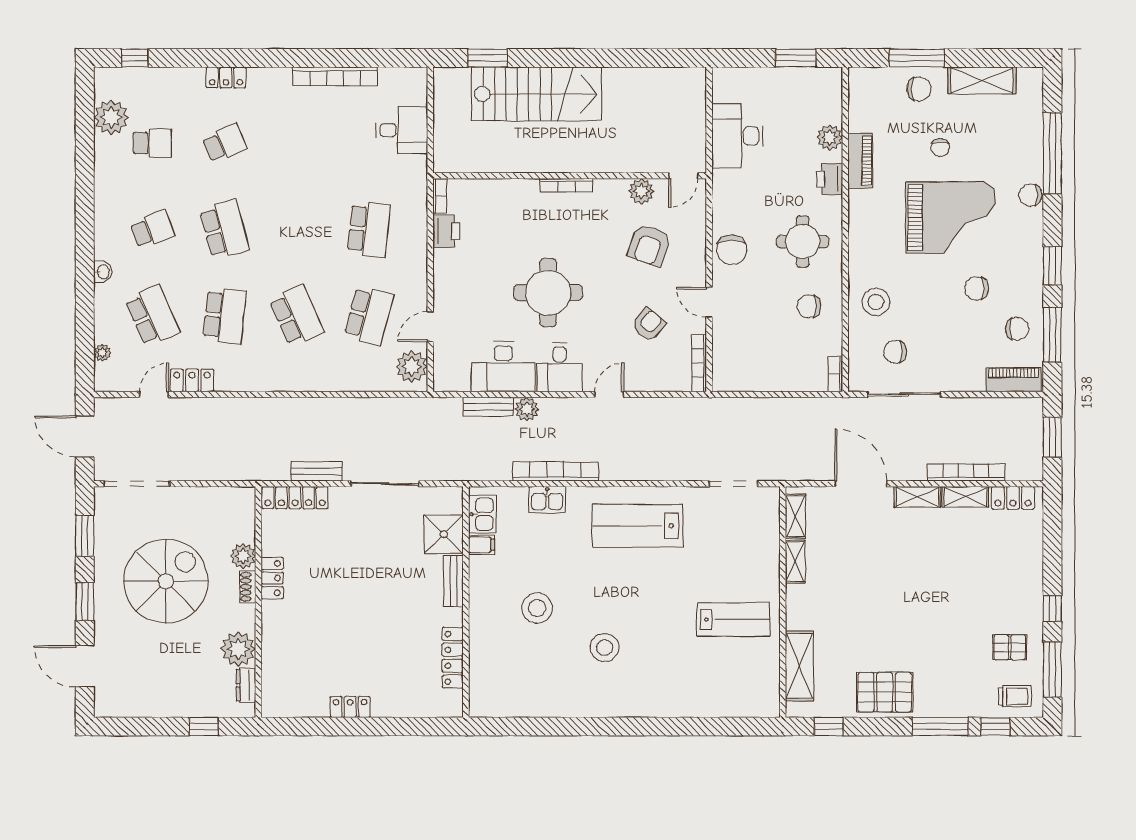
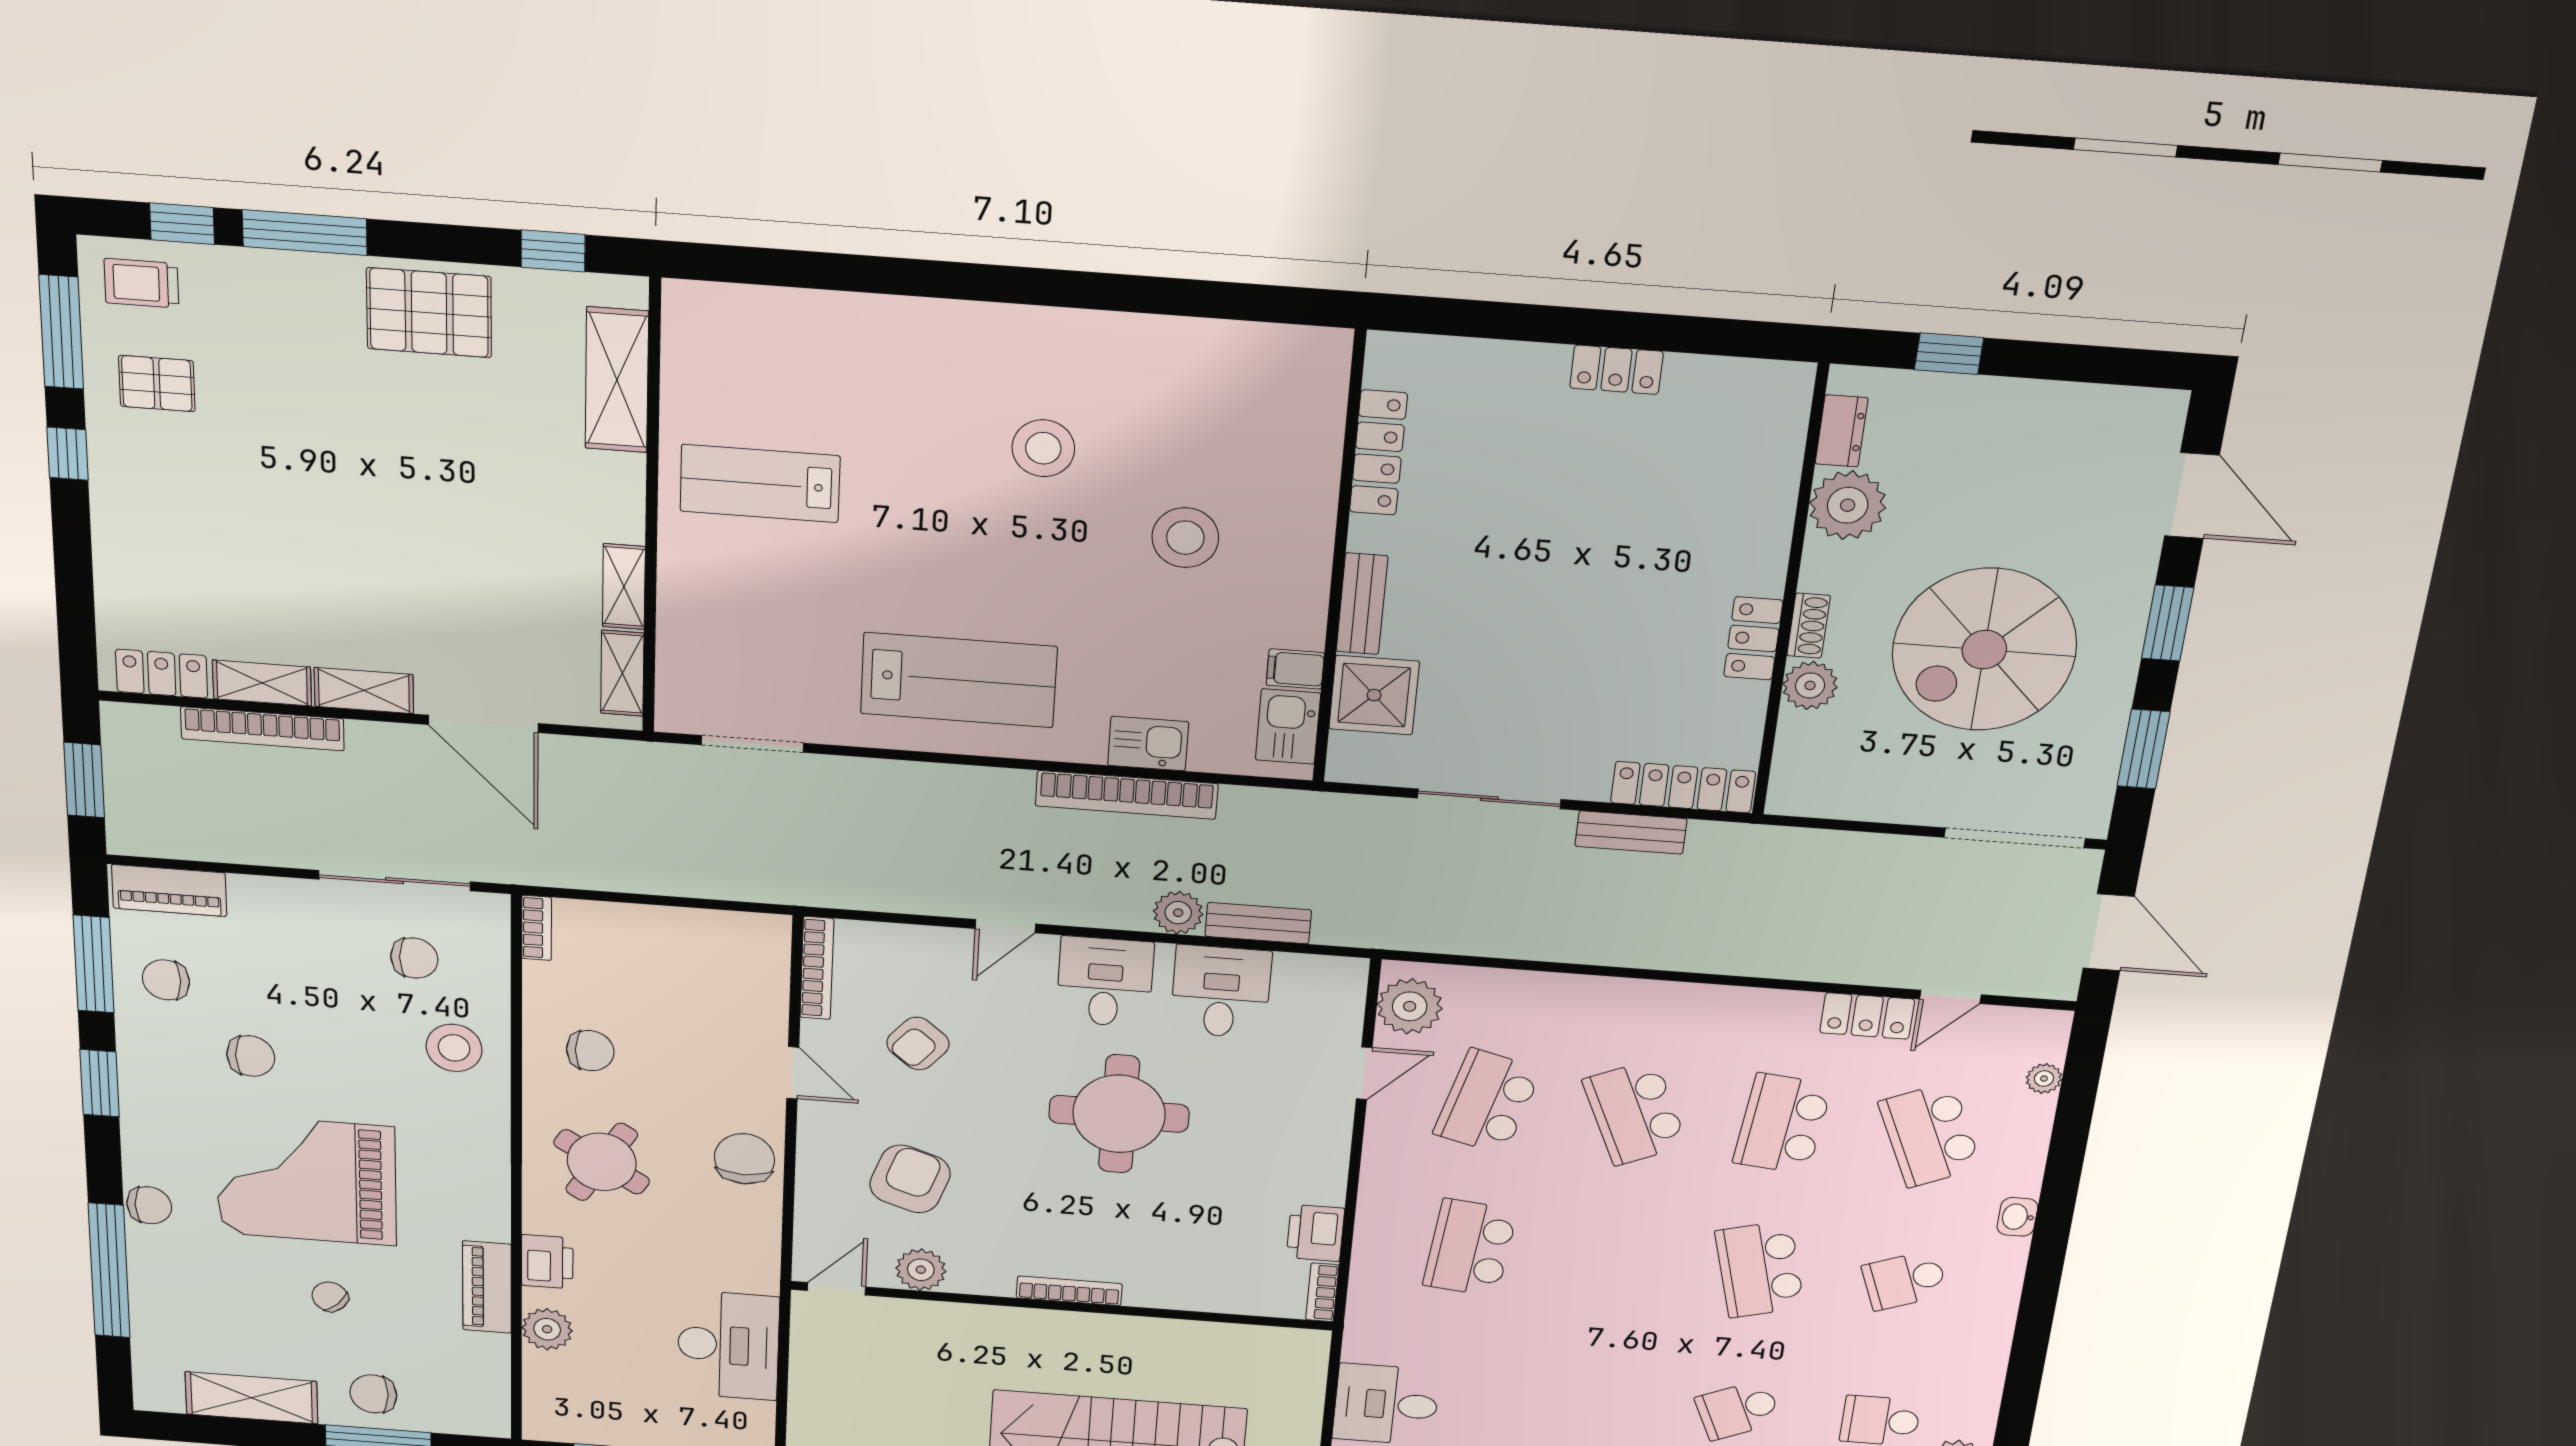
chair: (940, 148) -> (330, 1297), turned -46
round table: (803, 242) -> (602, 1162), turned 32
desk: (503, 367) -> (1221, 992), width x0.73

